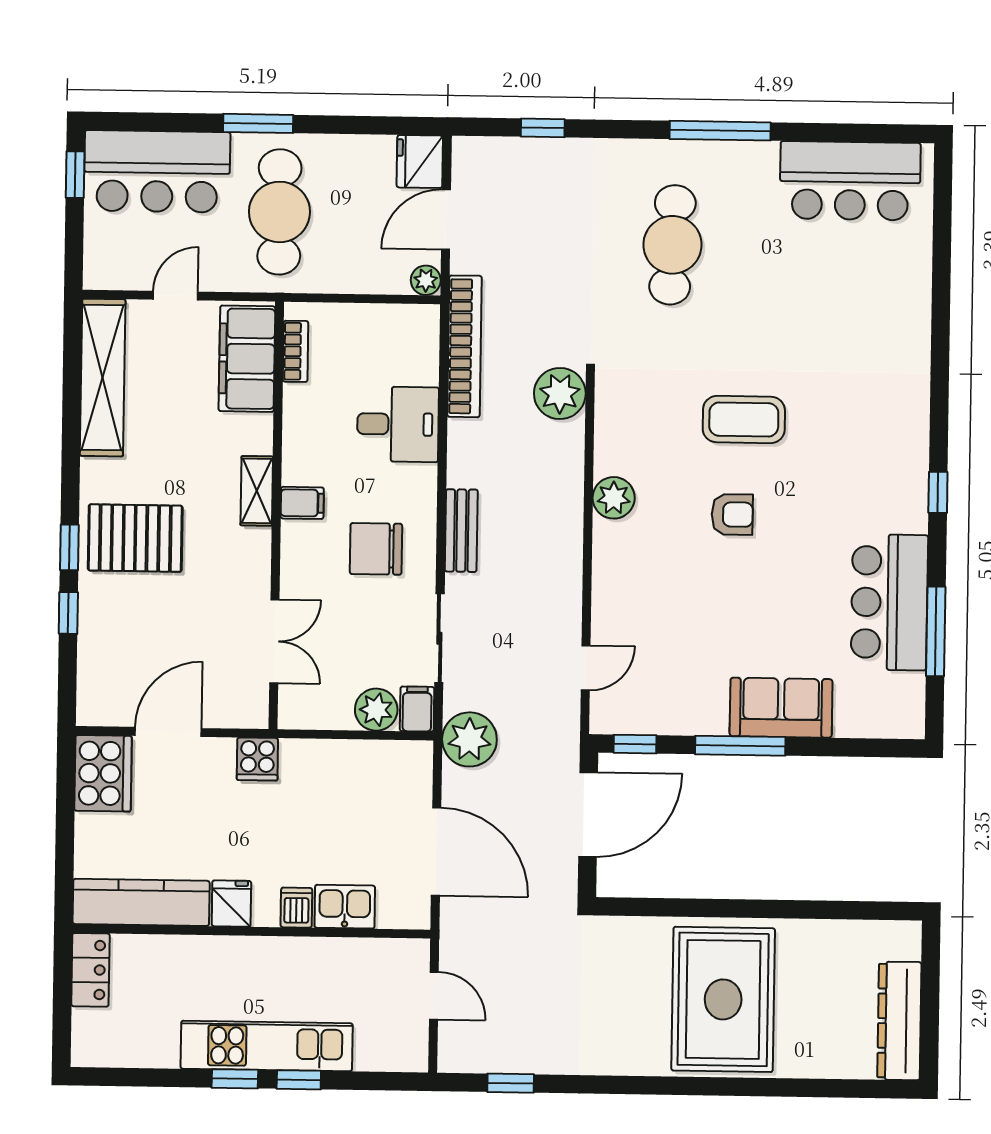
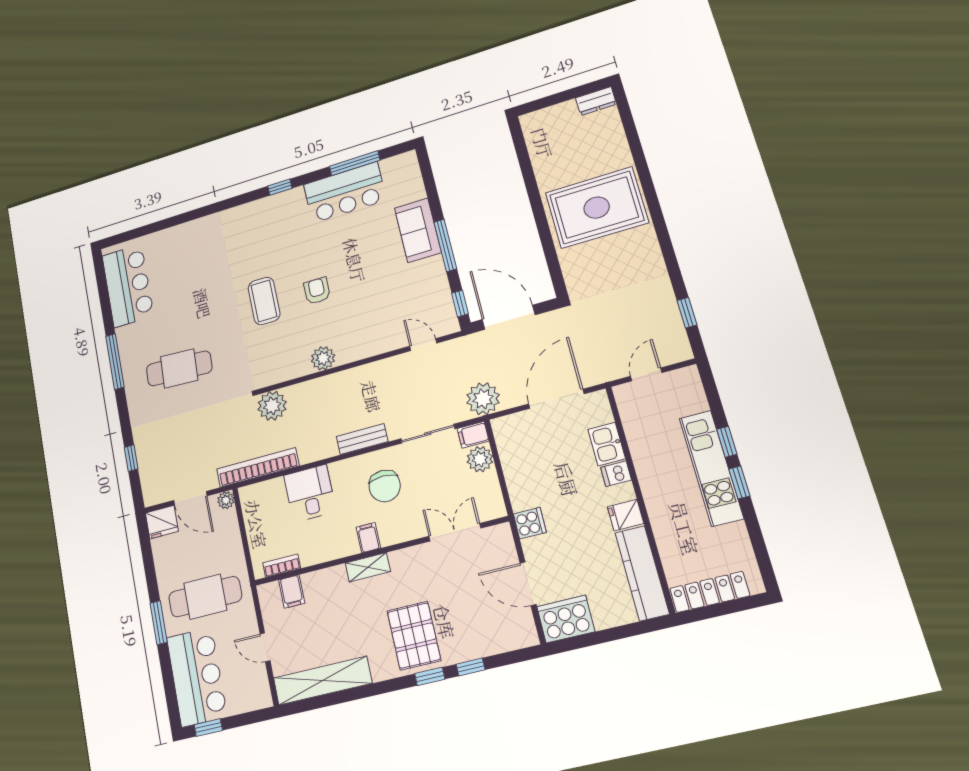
filing cabinet: (247, 359) -> (292, 591), width x0.33, depth x0.86
locker: (90, 970) -> (710, 592), width x1.53
dresser: (899, 1021) -> (596, 101), width x0.51, depth x0.80

